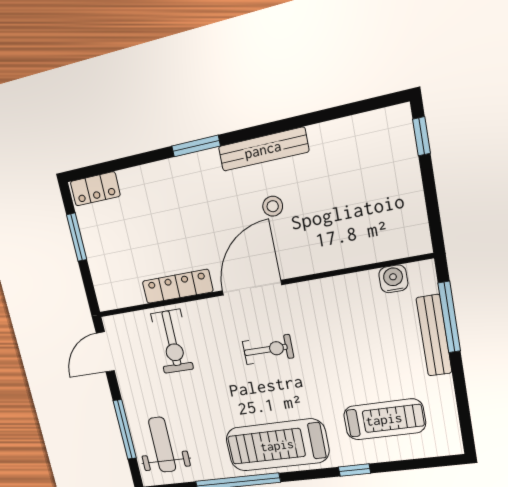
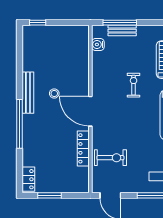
window: (196, 146) -> (20, 124), width x2.11
bench: (434, 335) -> (122, 31), width x0.73
exercise bike: (268, 349) -> (134, 85), moved

